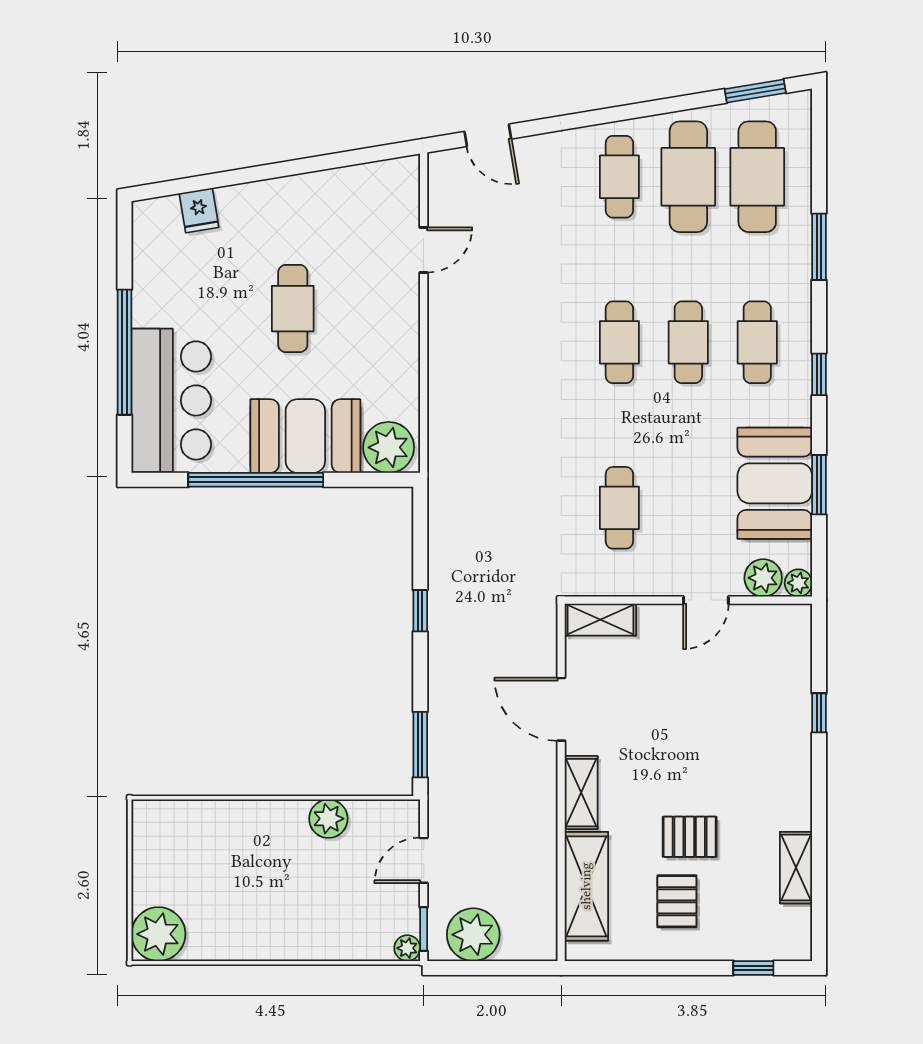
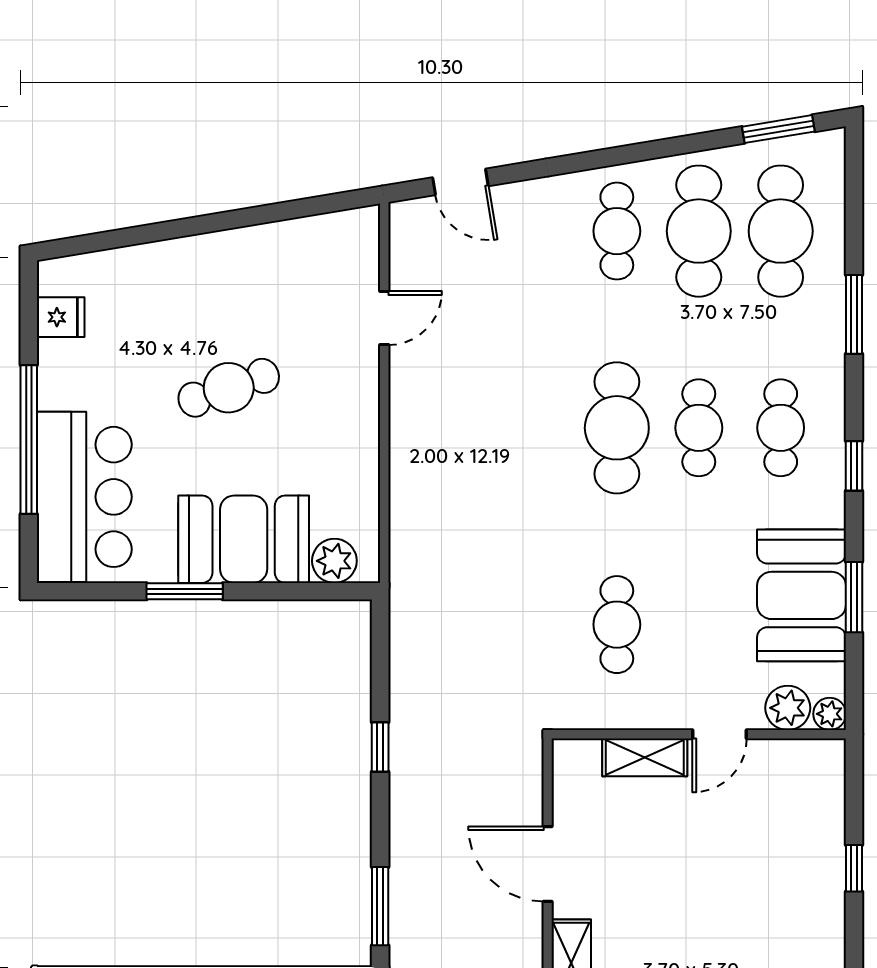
fridge: (199, 210) -> (61, 317), moved, turned -81
cafe table: (293, 309) -> (229, 388), turned 71
cafe table: (619, 342) -> (617, 428), width x1.37, depth x1.35
plant: (389, 447) -> (334, 561), width x0.73, depth x0.73
window: (256, 480) -> (185, 591), width x0.47
shelving: (600, 620) -> (645, 757), moved

